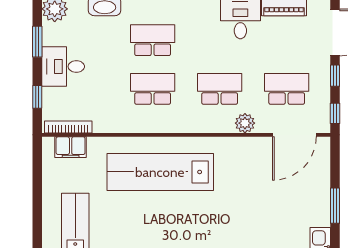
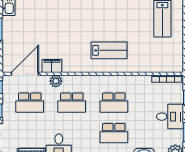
filing cabinet: (71, 147) -> (52, 66), moved
lab bench: (160, 172) -> (109, 50), width x0.54, depth x0.72

